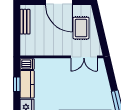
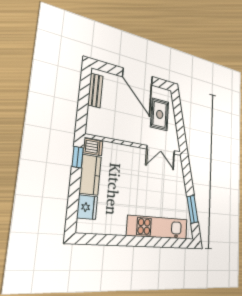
window: (17, 84) -> (78, 157), moved

